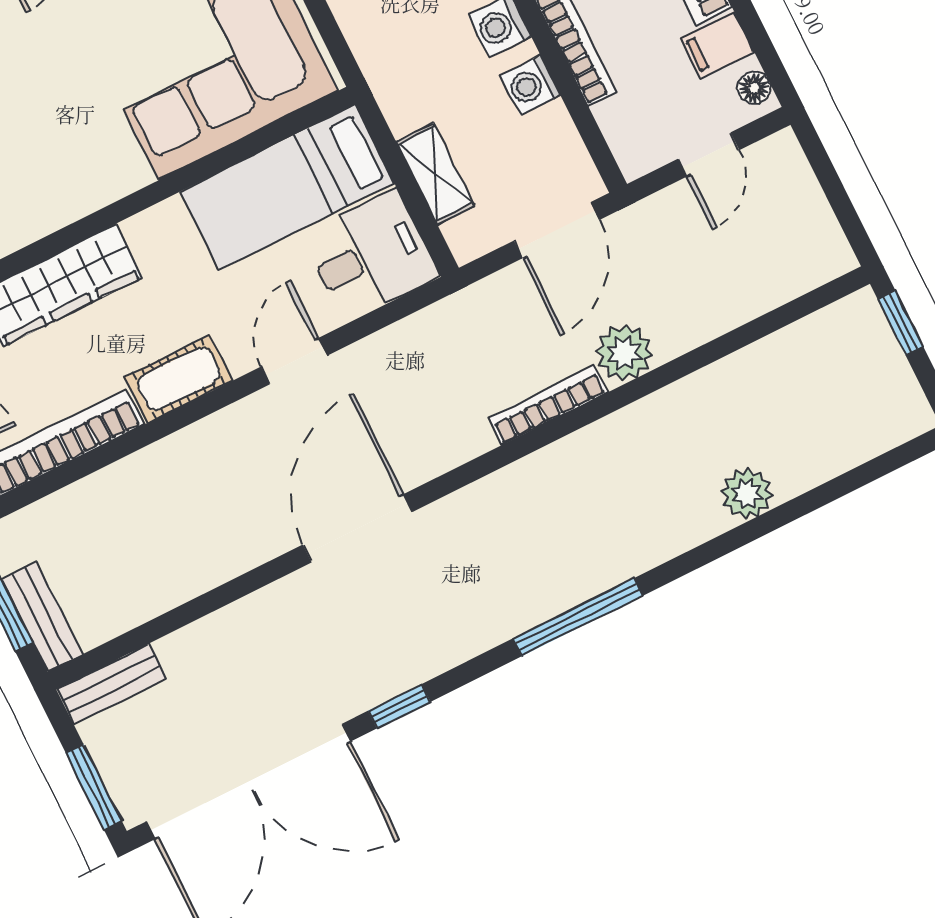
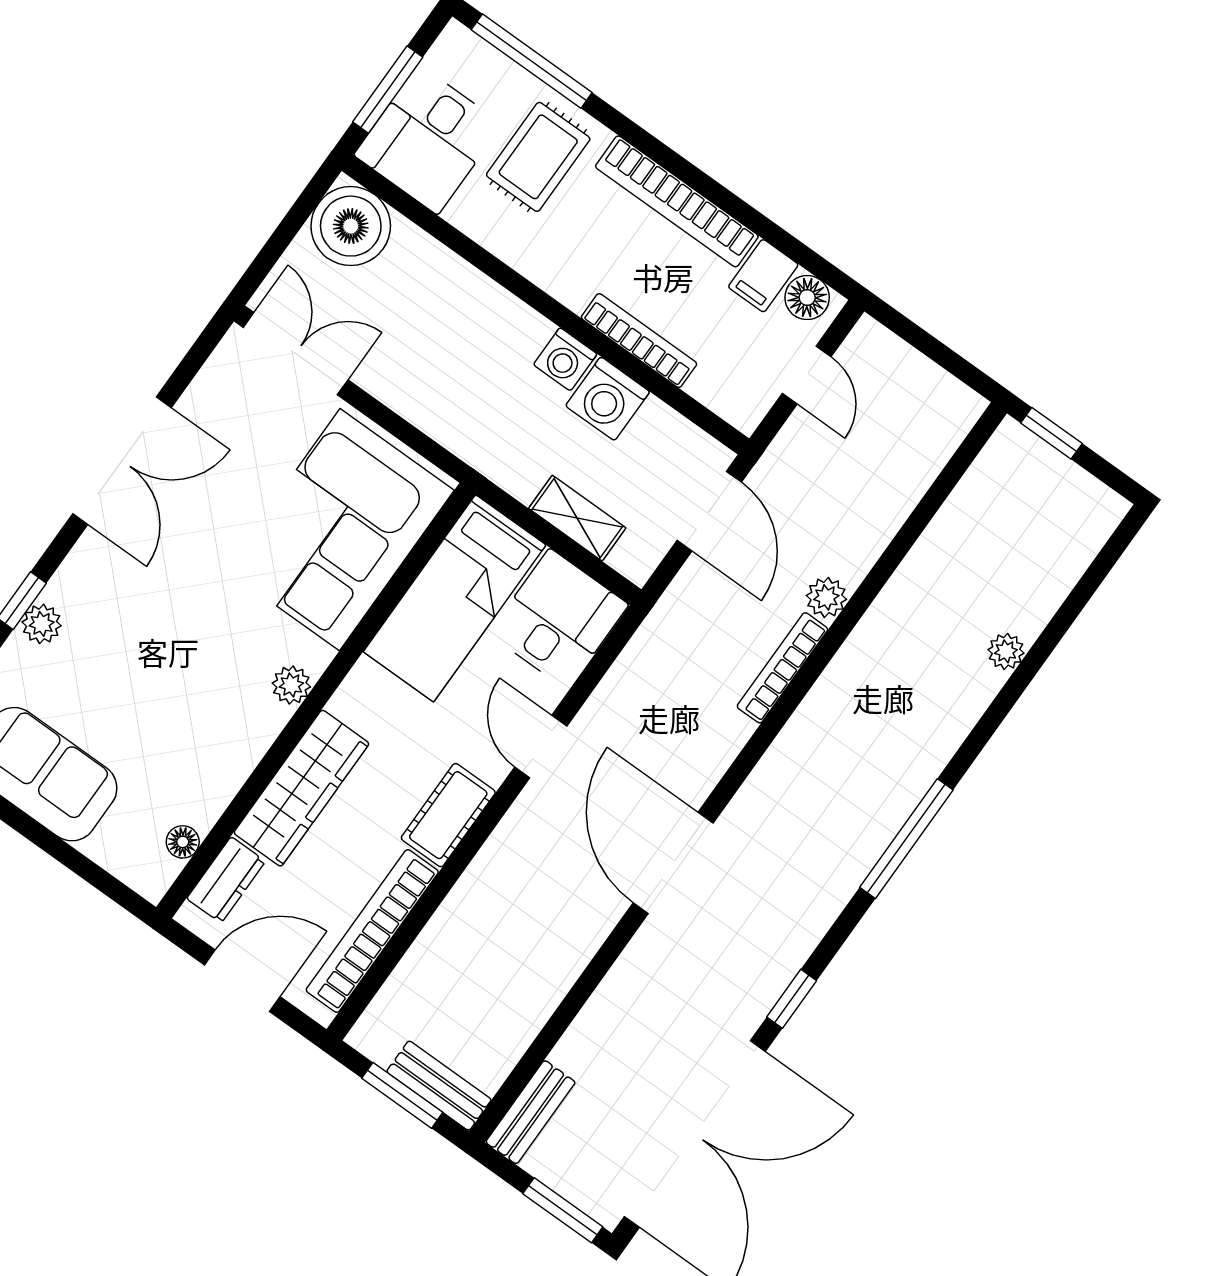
washing machine: (530, 85) -> (608, 399), width x1.38, depth x1.38
floor lamp: (754, 88) -> (807, 298), width x1.37, depth x1.37
plant: (100, 188) -> (291, 685), added
plant: (624, 353) -> (826, 597), width x0.73, depth x0.73
plant: (747, 494) -> (1006, 651), width x0.73, depth x0.73

